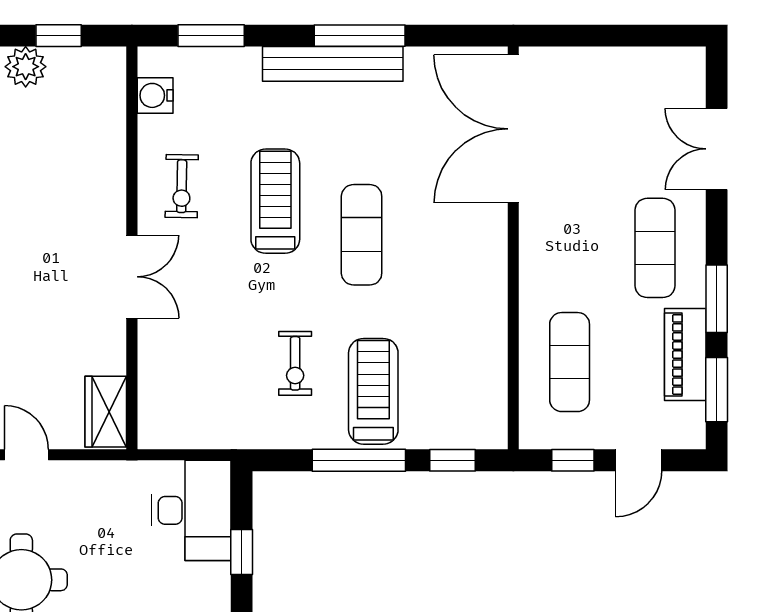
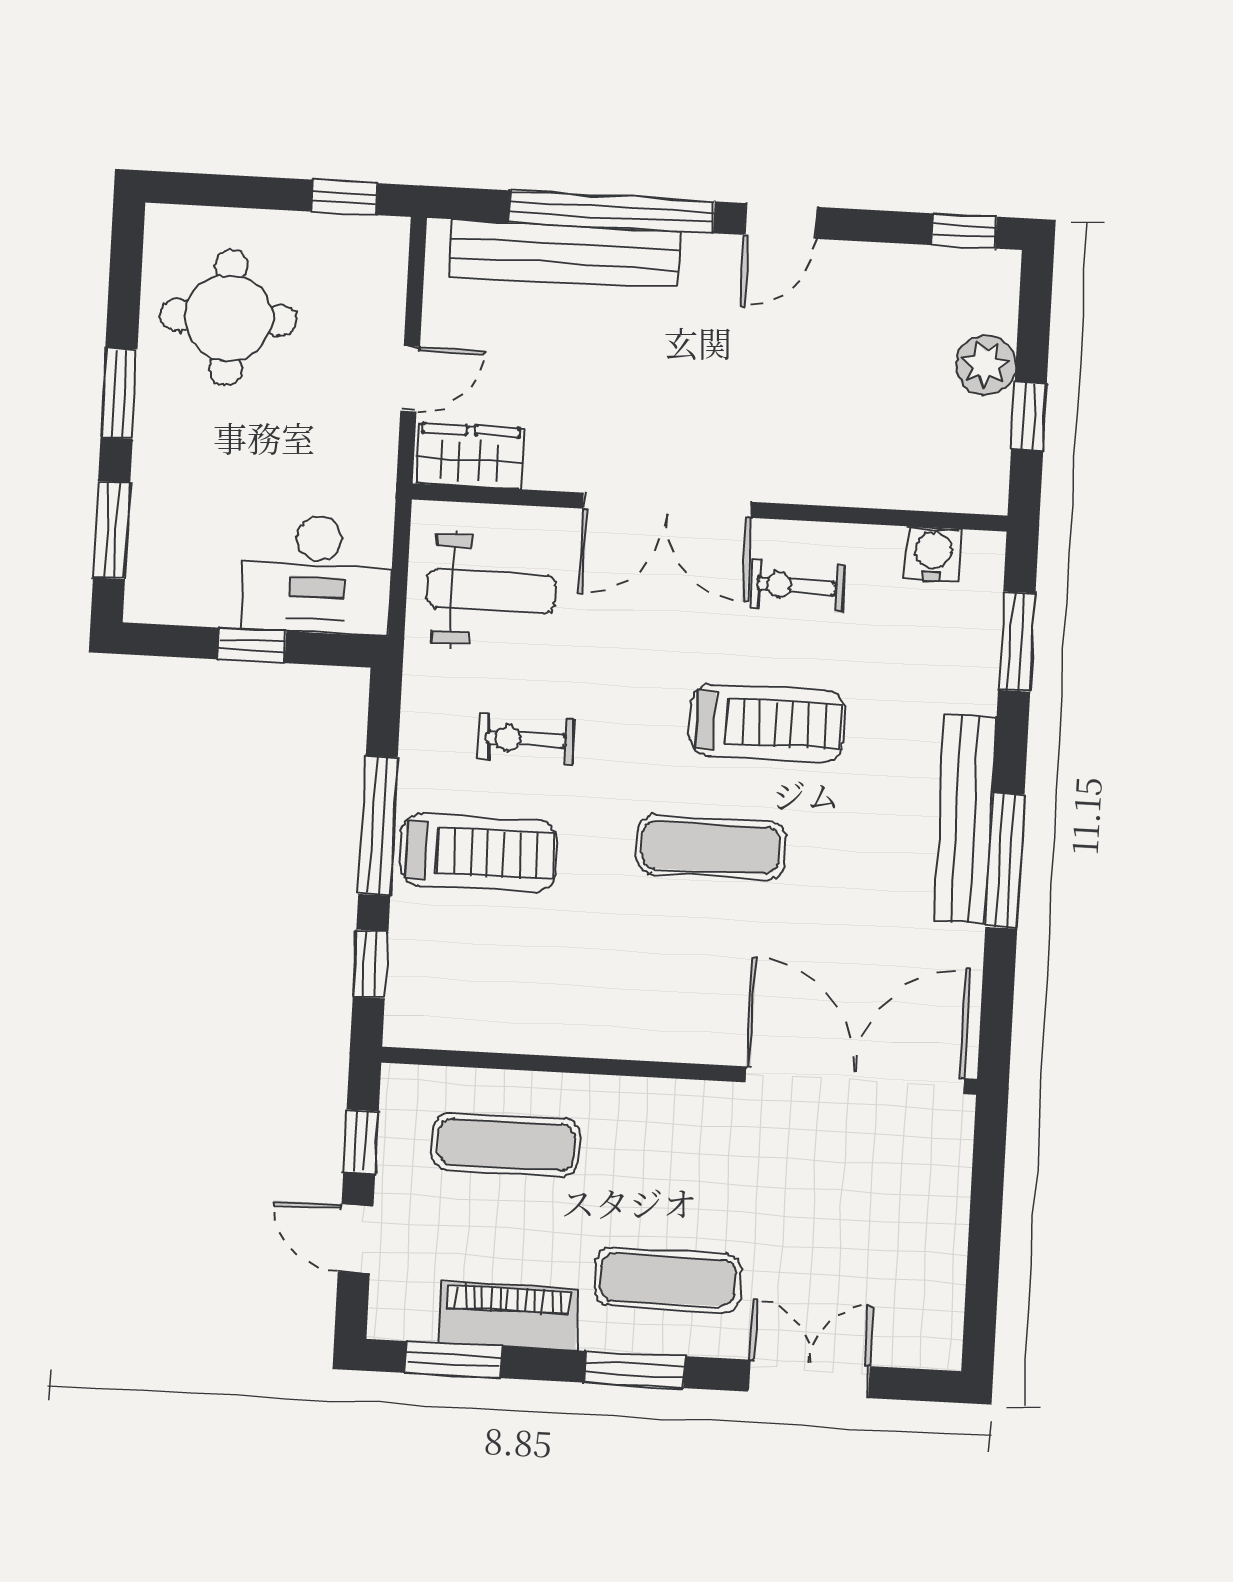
double door: (132, 277) -> (667, 505), width x1.37
window: (717, 299) -> (634, 1369), moved
weight bench: (196, 392) -> (491, 591), added
door: (26, 455) -> (410, 379), moved

